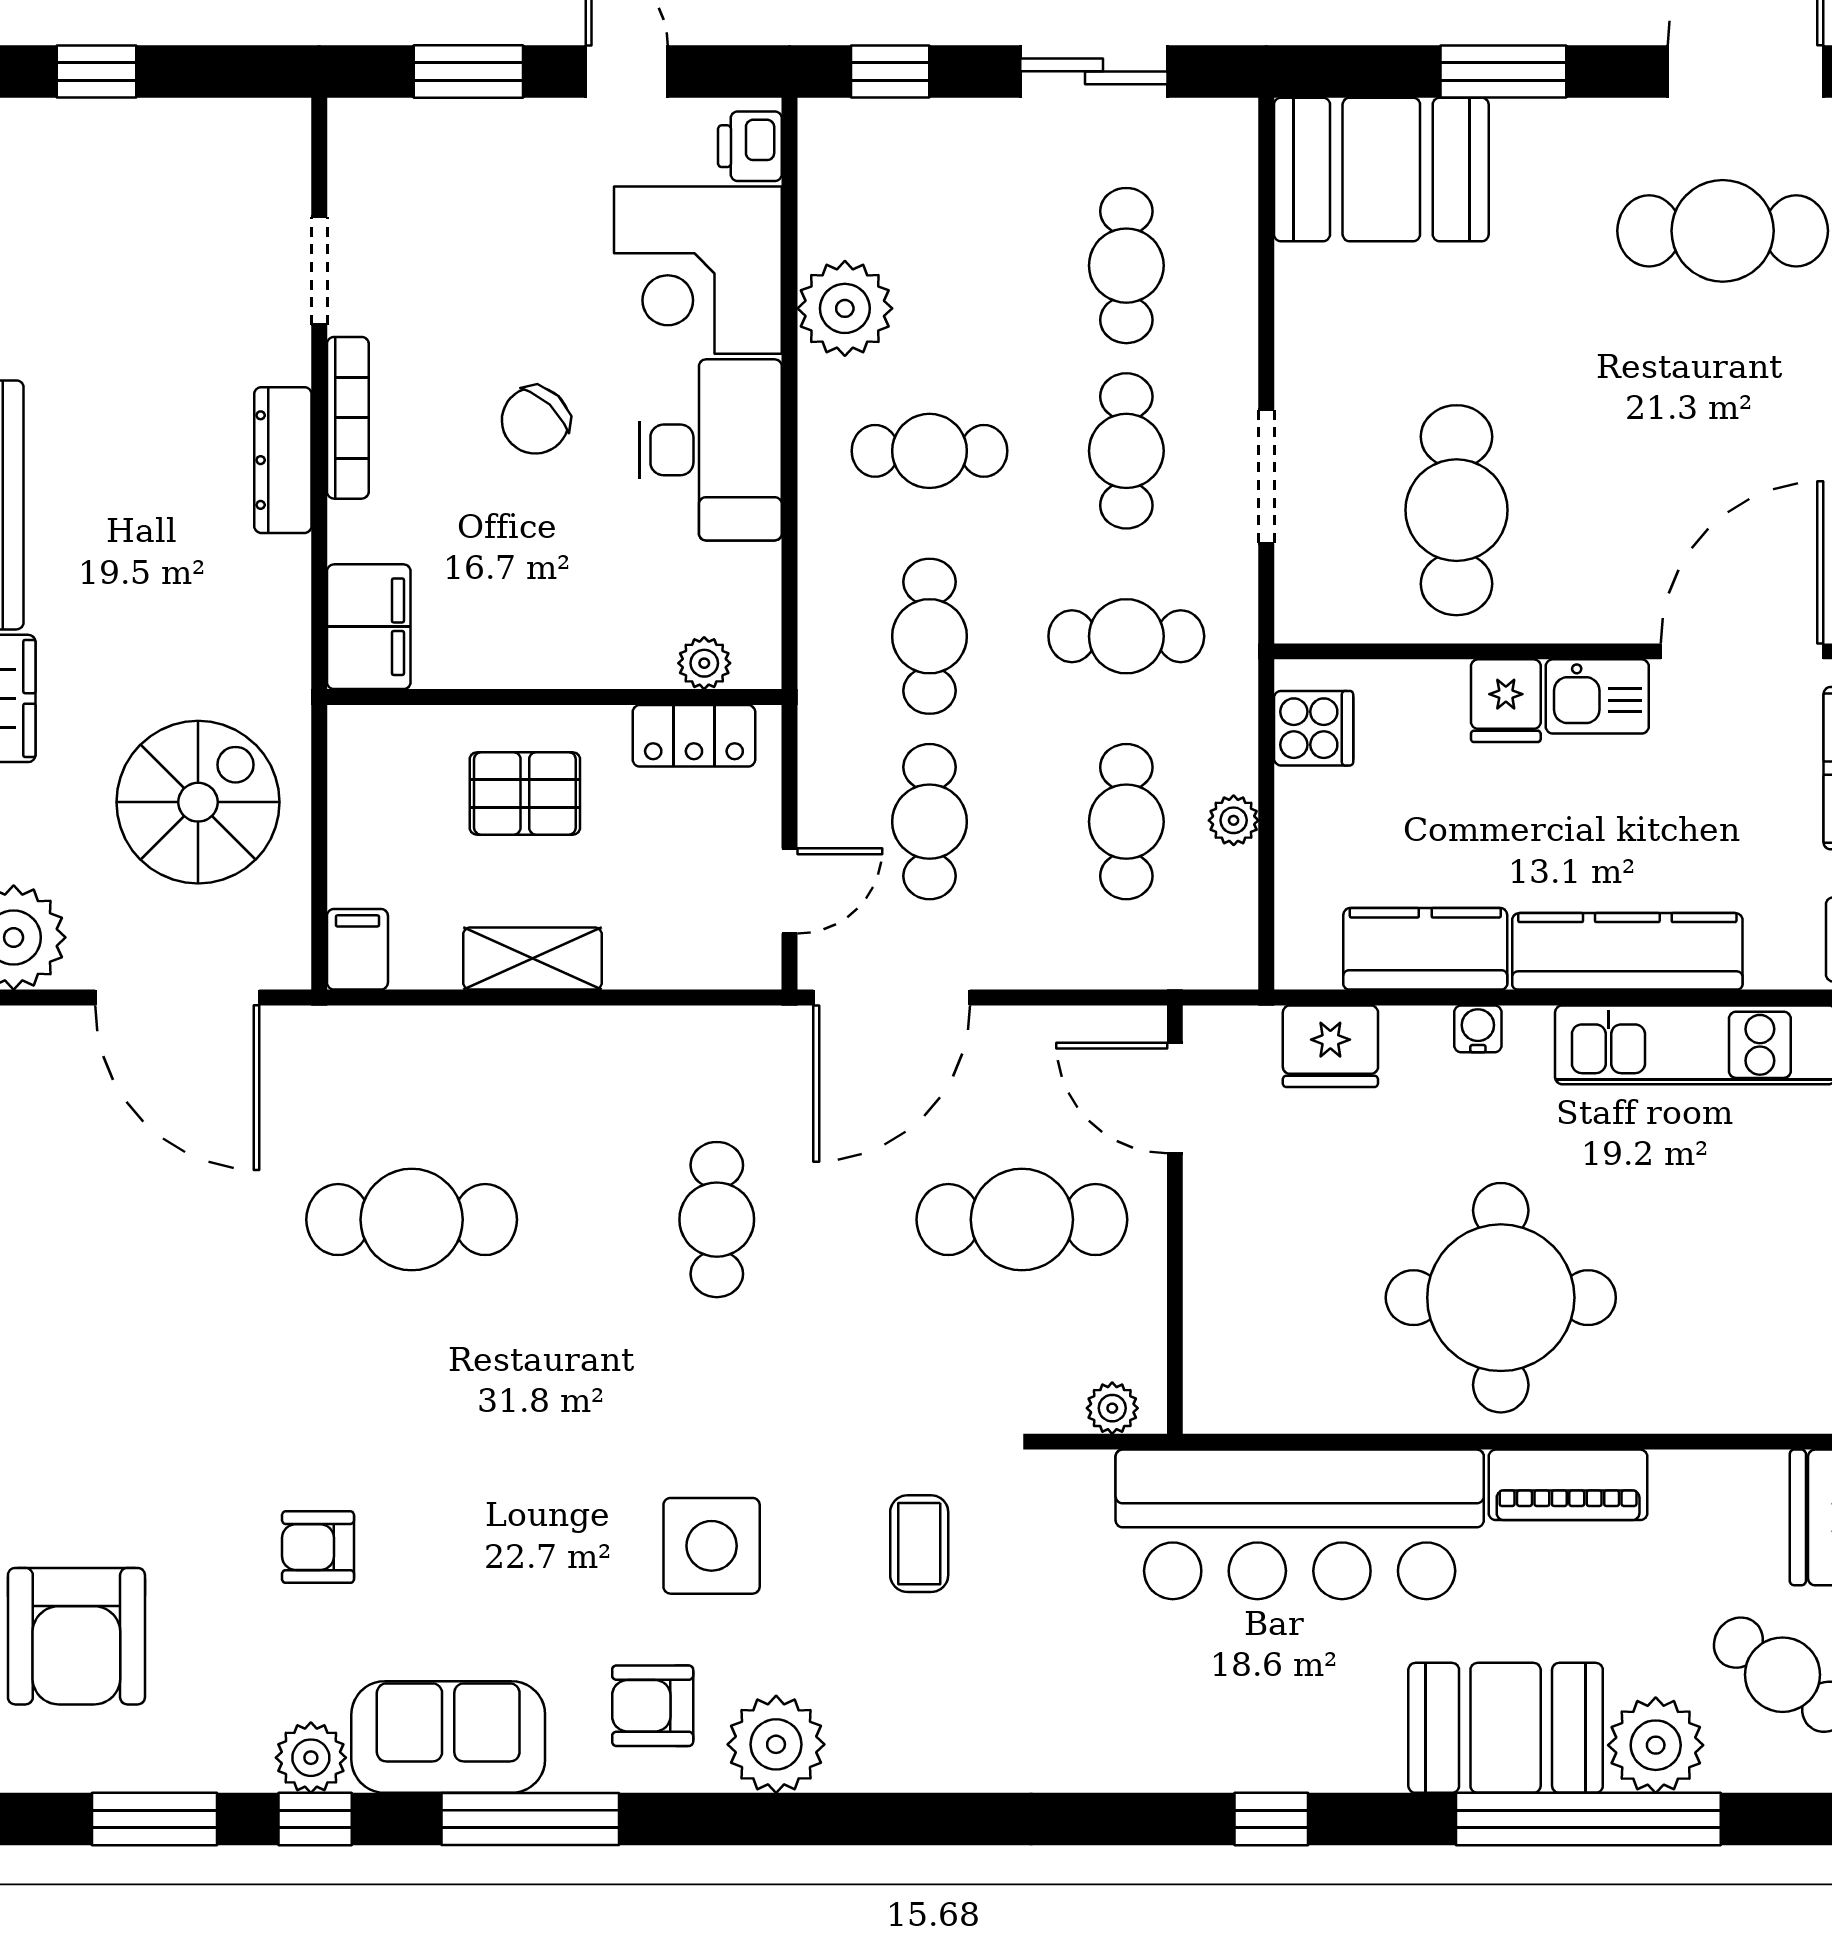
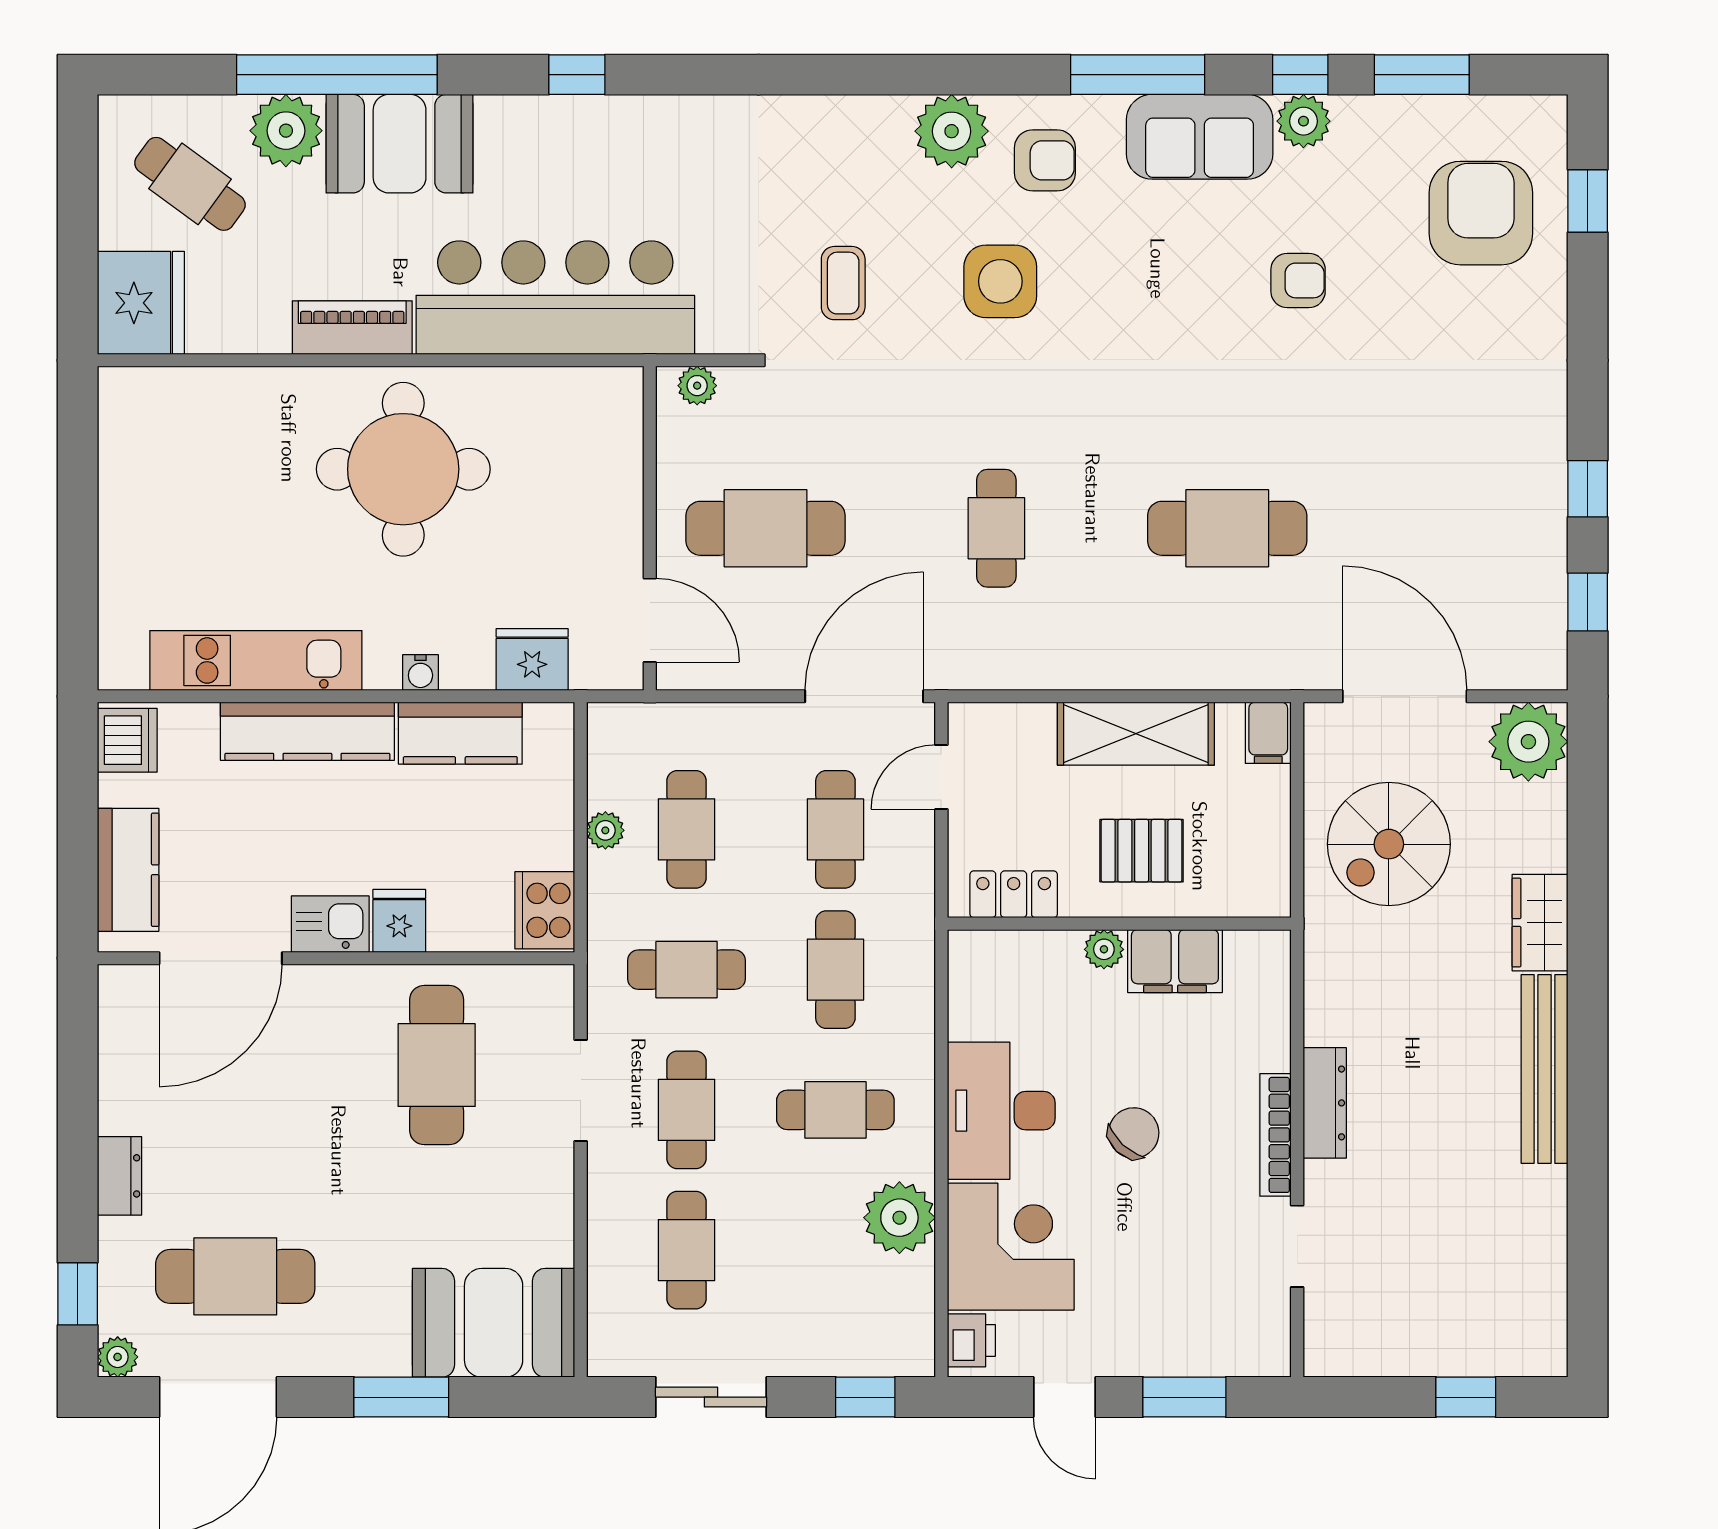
filing cabinet: (369, 627) -> (1175, 961), moved, turned -90
plant: (704, 663) -> (1104, 949), moved
cooker: (1314, 728) -> (545, 910), width x1.36
shelving: (533, 959) -> (1136, 734), width x1.50, depth x1.33

